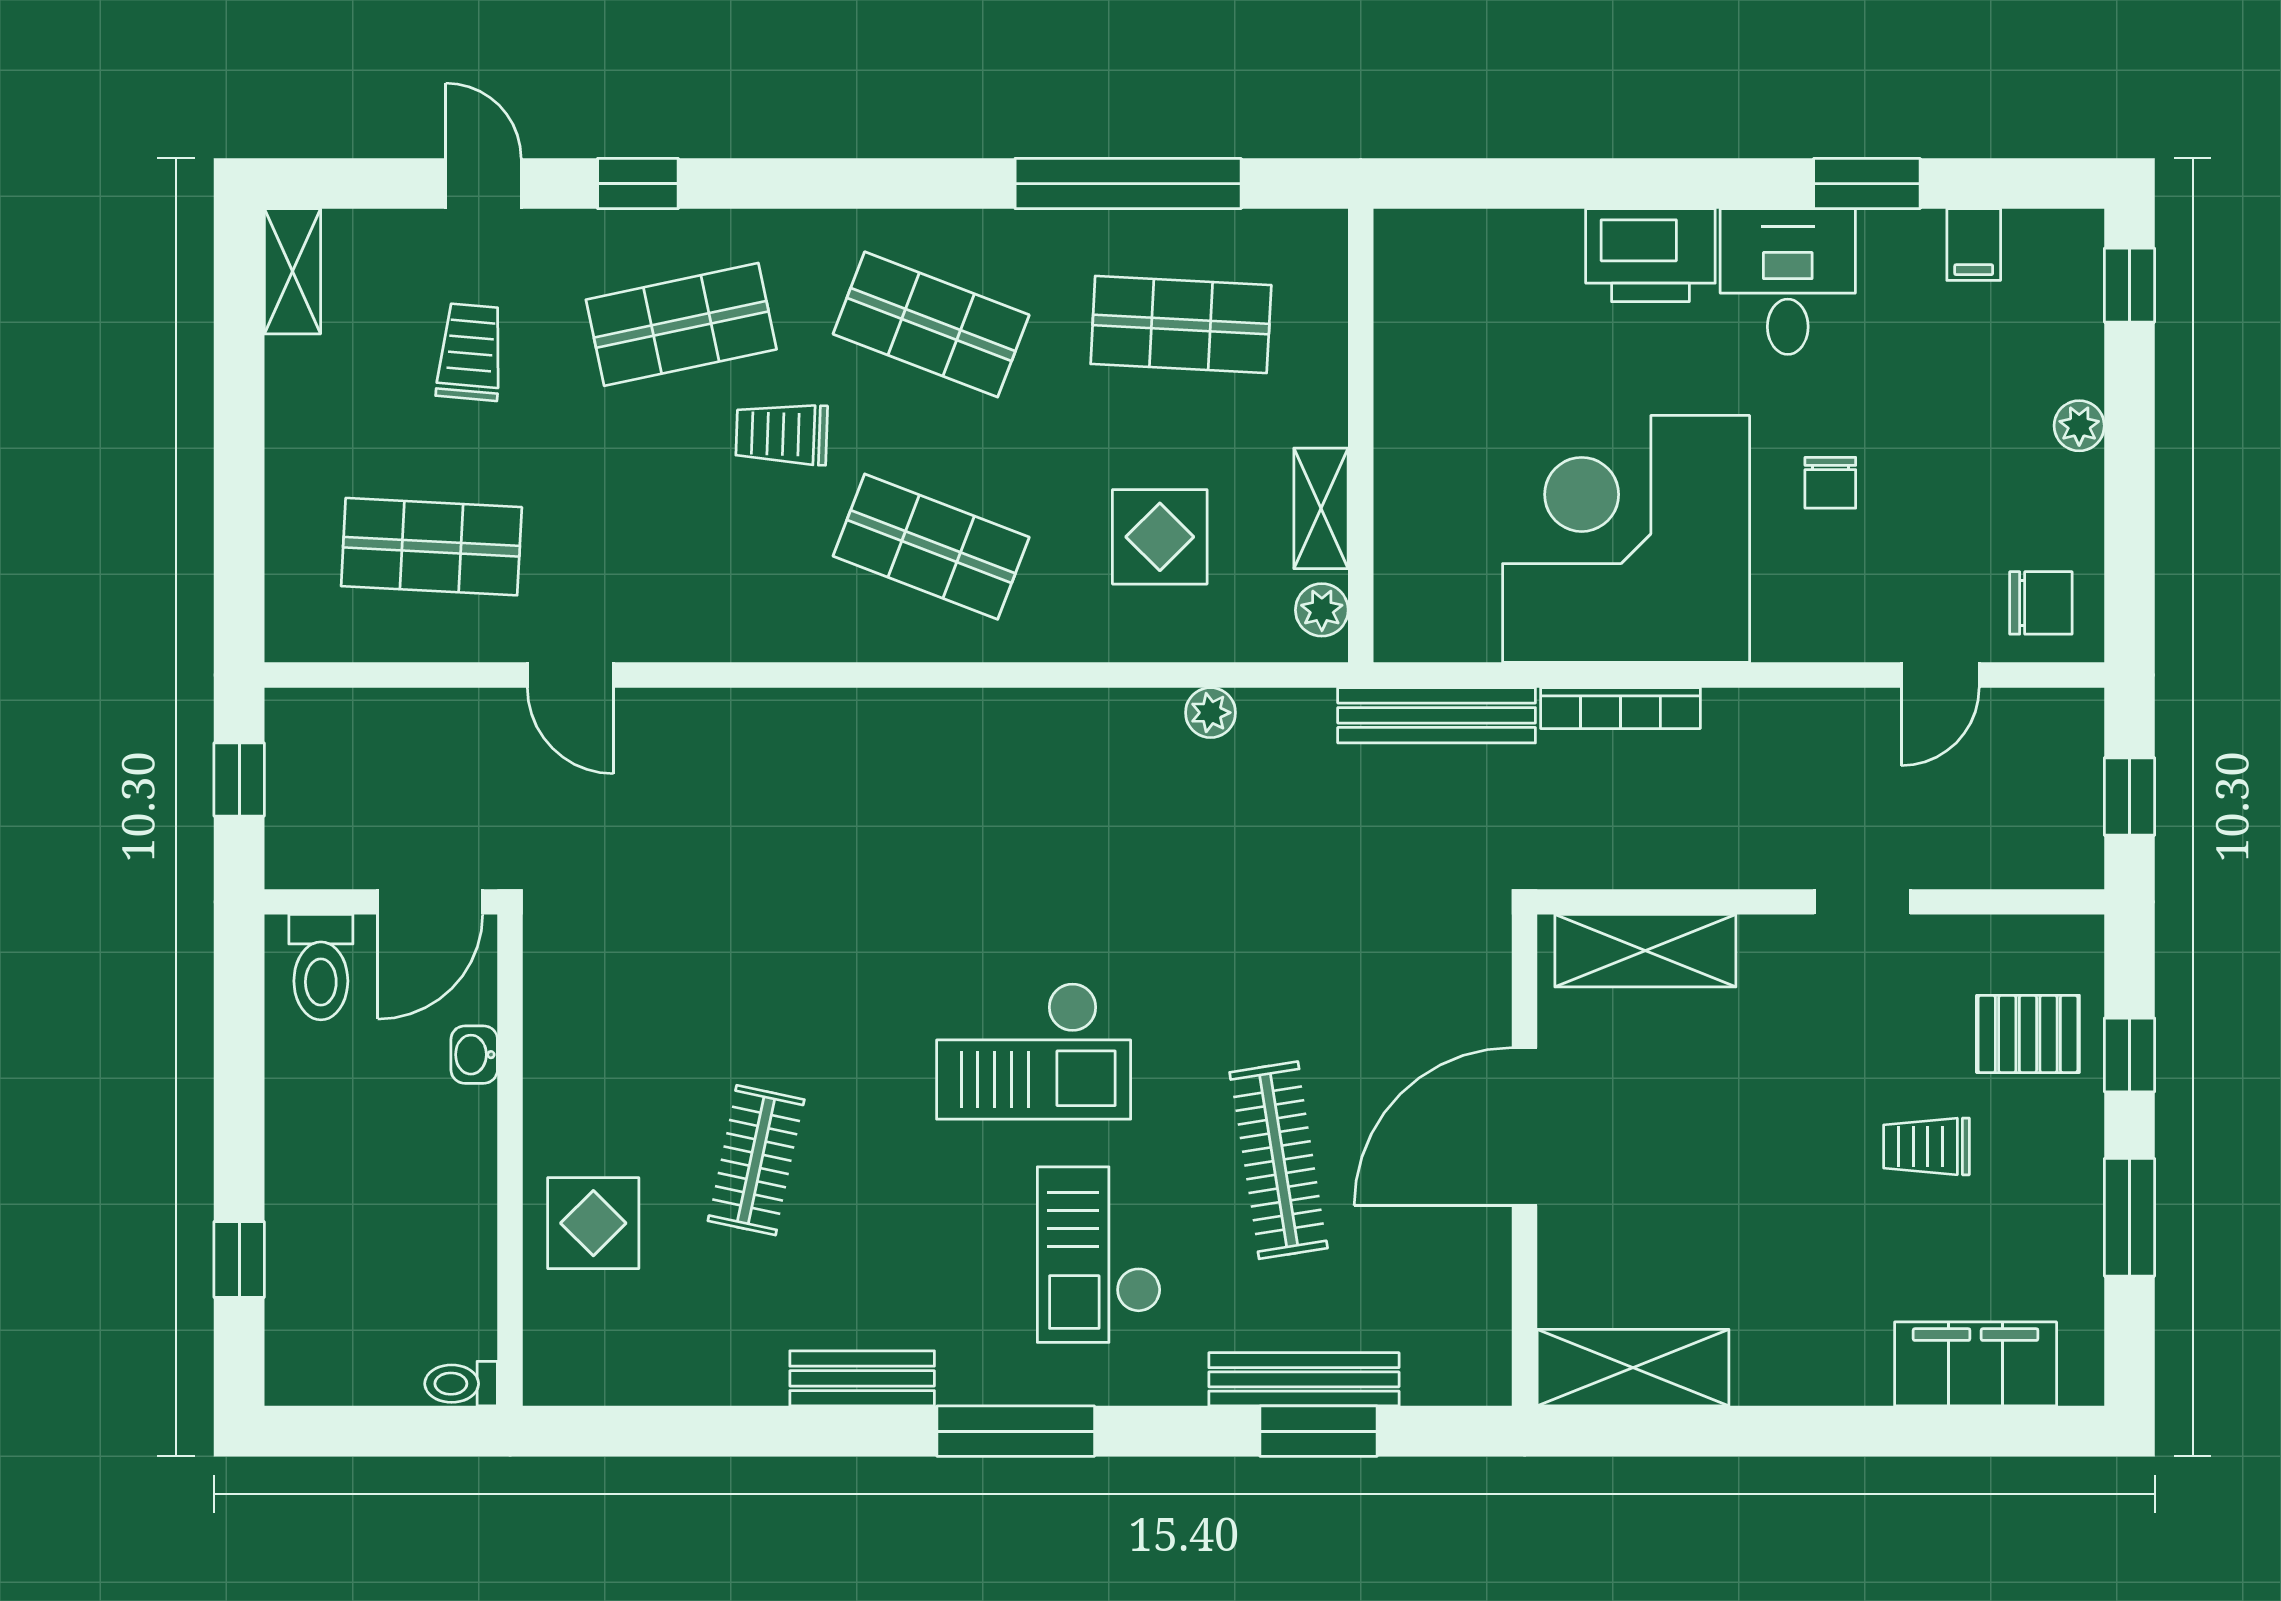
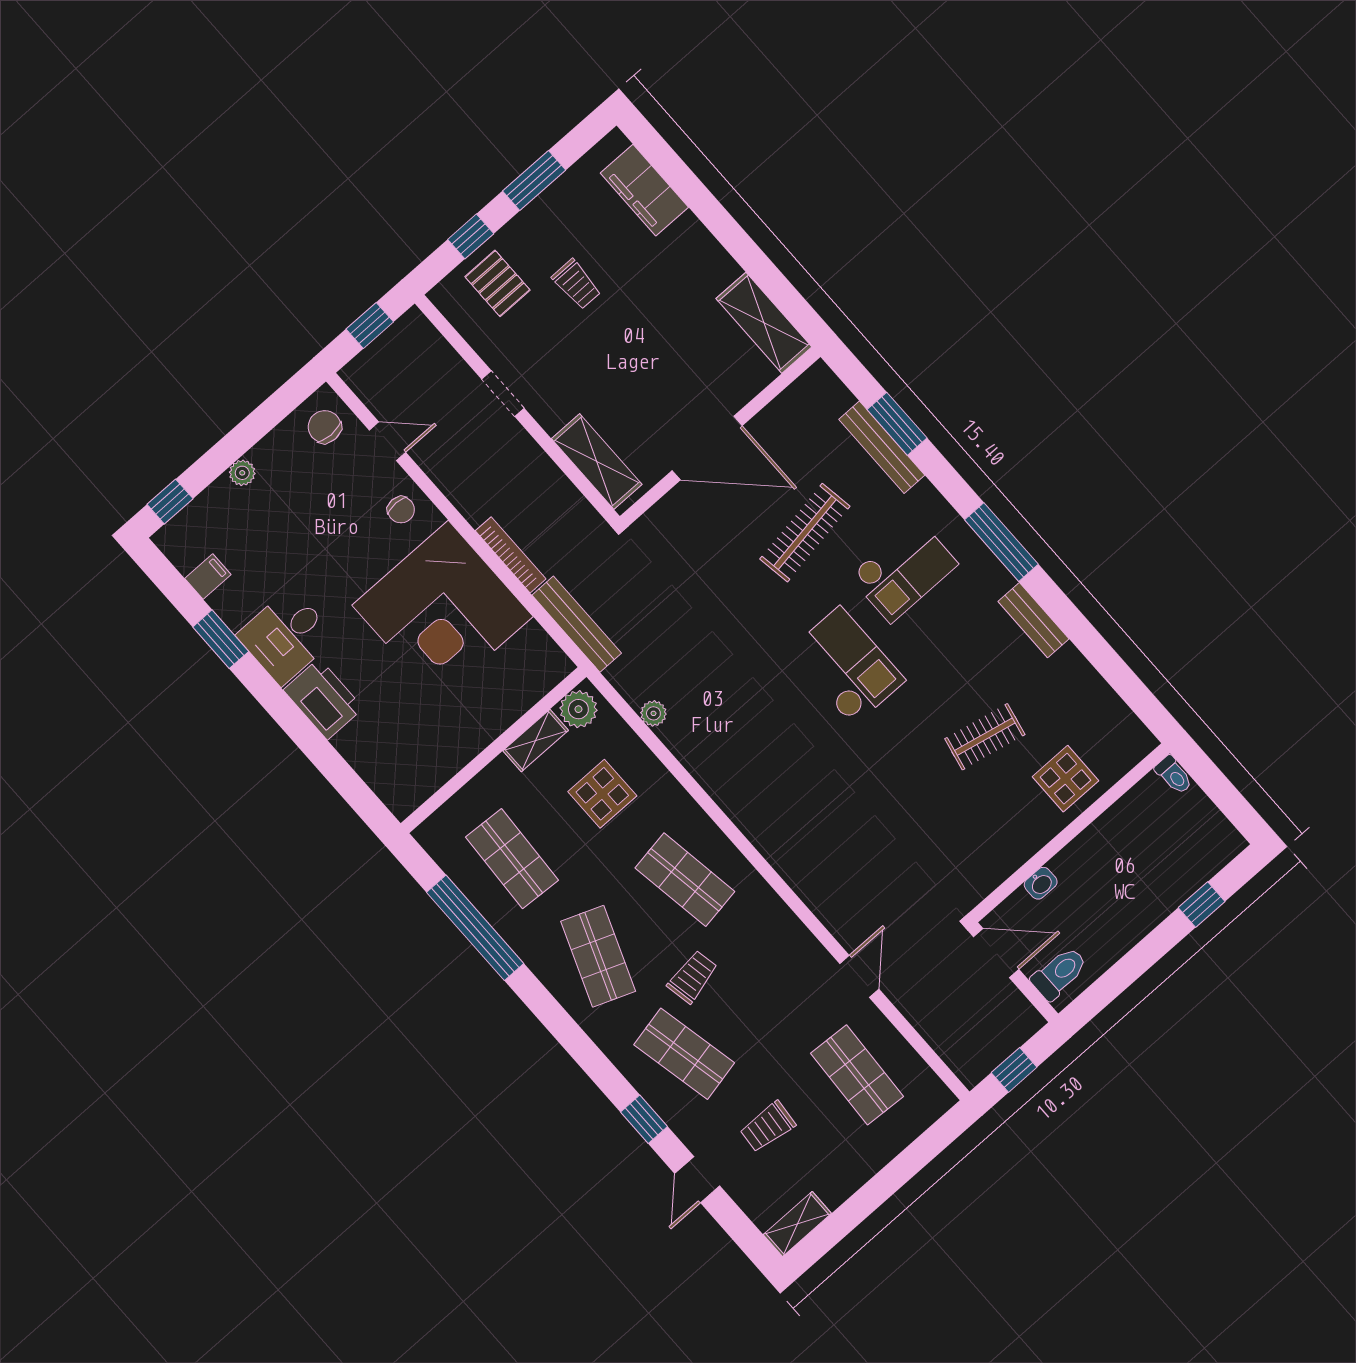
trolley: (782, 434) -> (692, 977), turned -103
chair: (1830, 483) -> (401, 510), moved, turned 90
shop shelf: (931, 547) -> (685, 880), turned -30
plant: (1322, 610) -> (578, 709), width x1.38, depth x1.38

